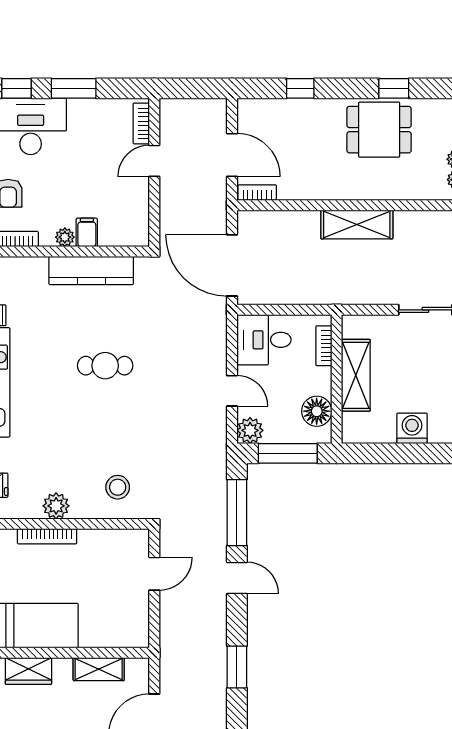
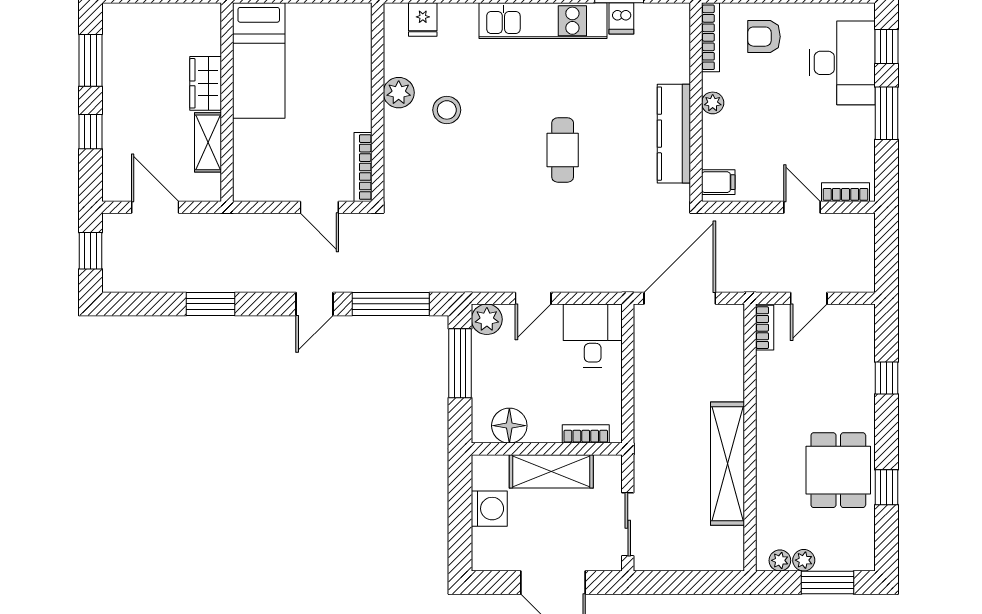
door: (232, 155) -> (809, 298), width x0.73
shelving: (357, 225) -> (727, 464), width x1.47
filing cabinet: (87, 232) -> (718, 182), moved
bookcase: (324, 346) -> (586, 434), moved
shelving: (356, 375) -> (551, 471), moved
wall: (337, 379) -> (547, 449), moved
floor lamp: (317, 411) -> (509, 426), moved
stool: (118, 487) -> (447, 110), moved
bookcase: (47, 536) -> (363, 167), moved
wardrobe: (28, 671) -> (206, 83), moved

